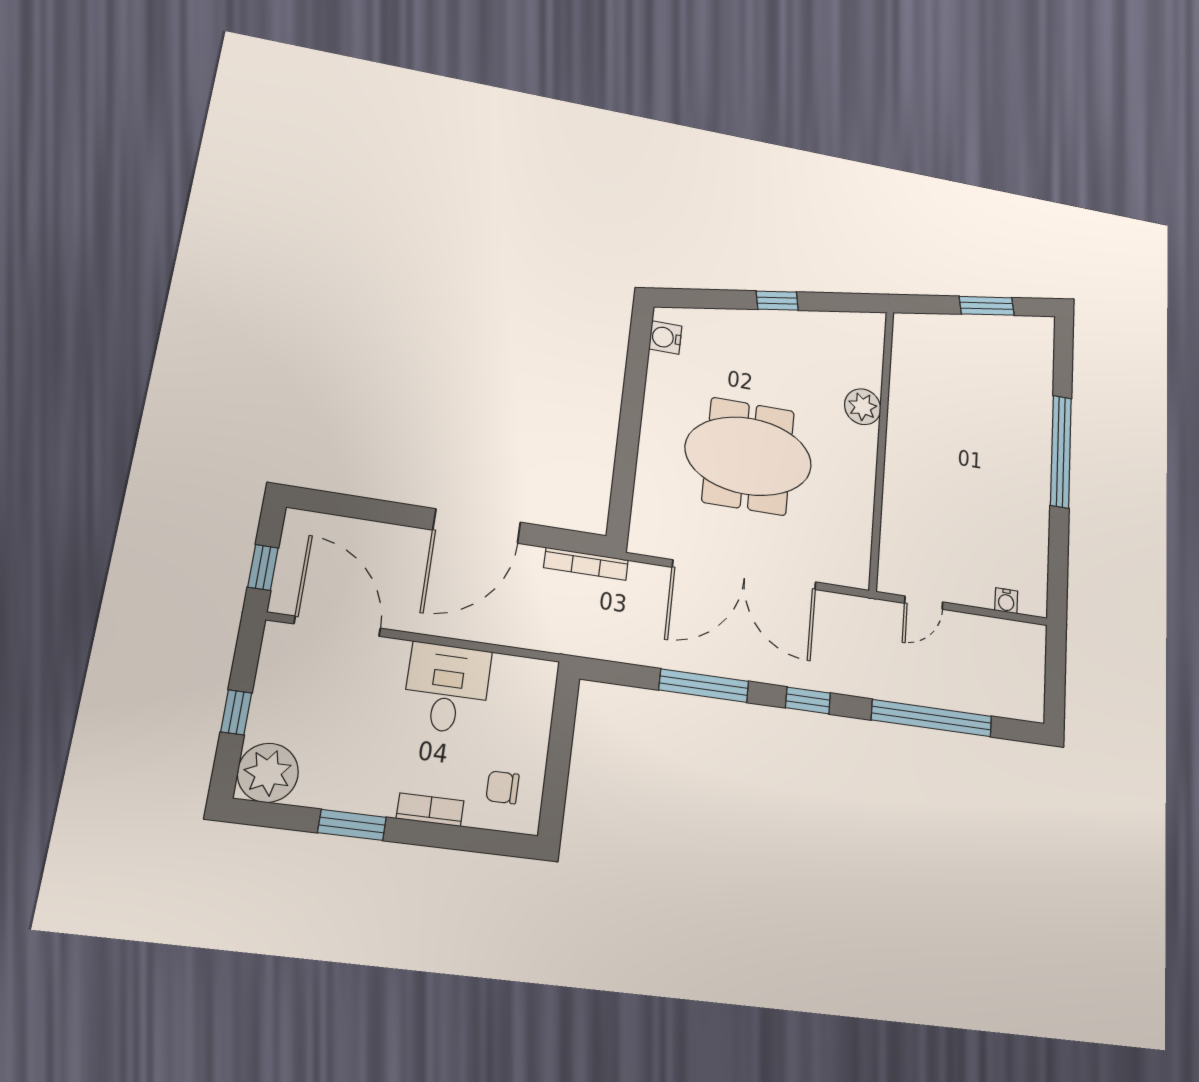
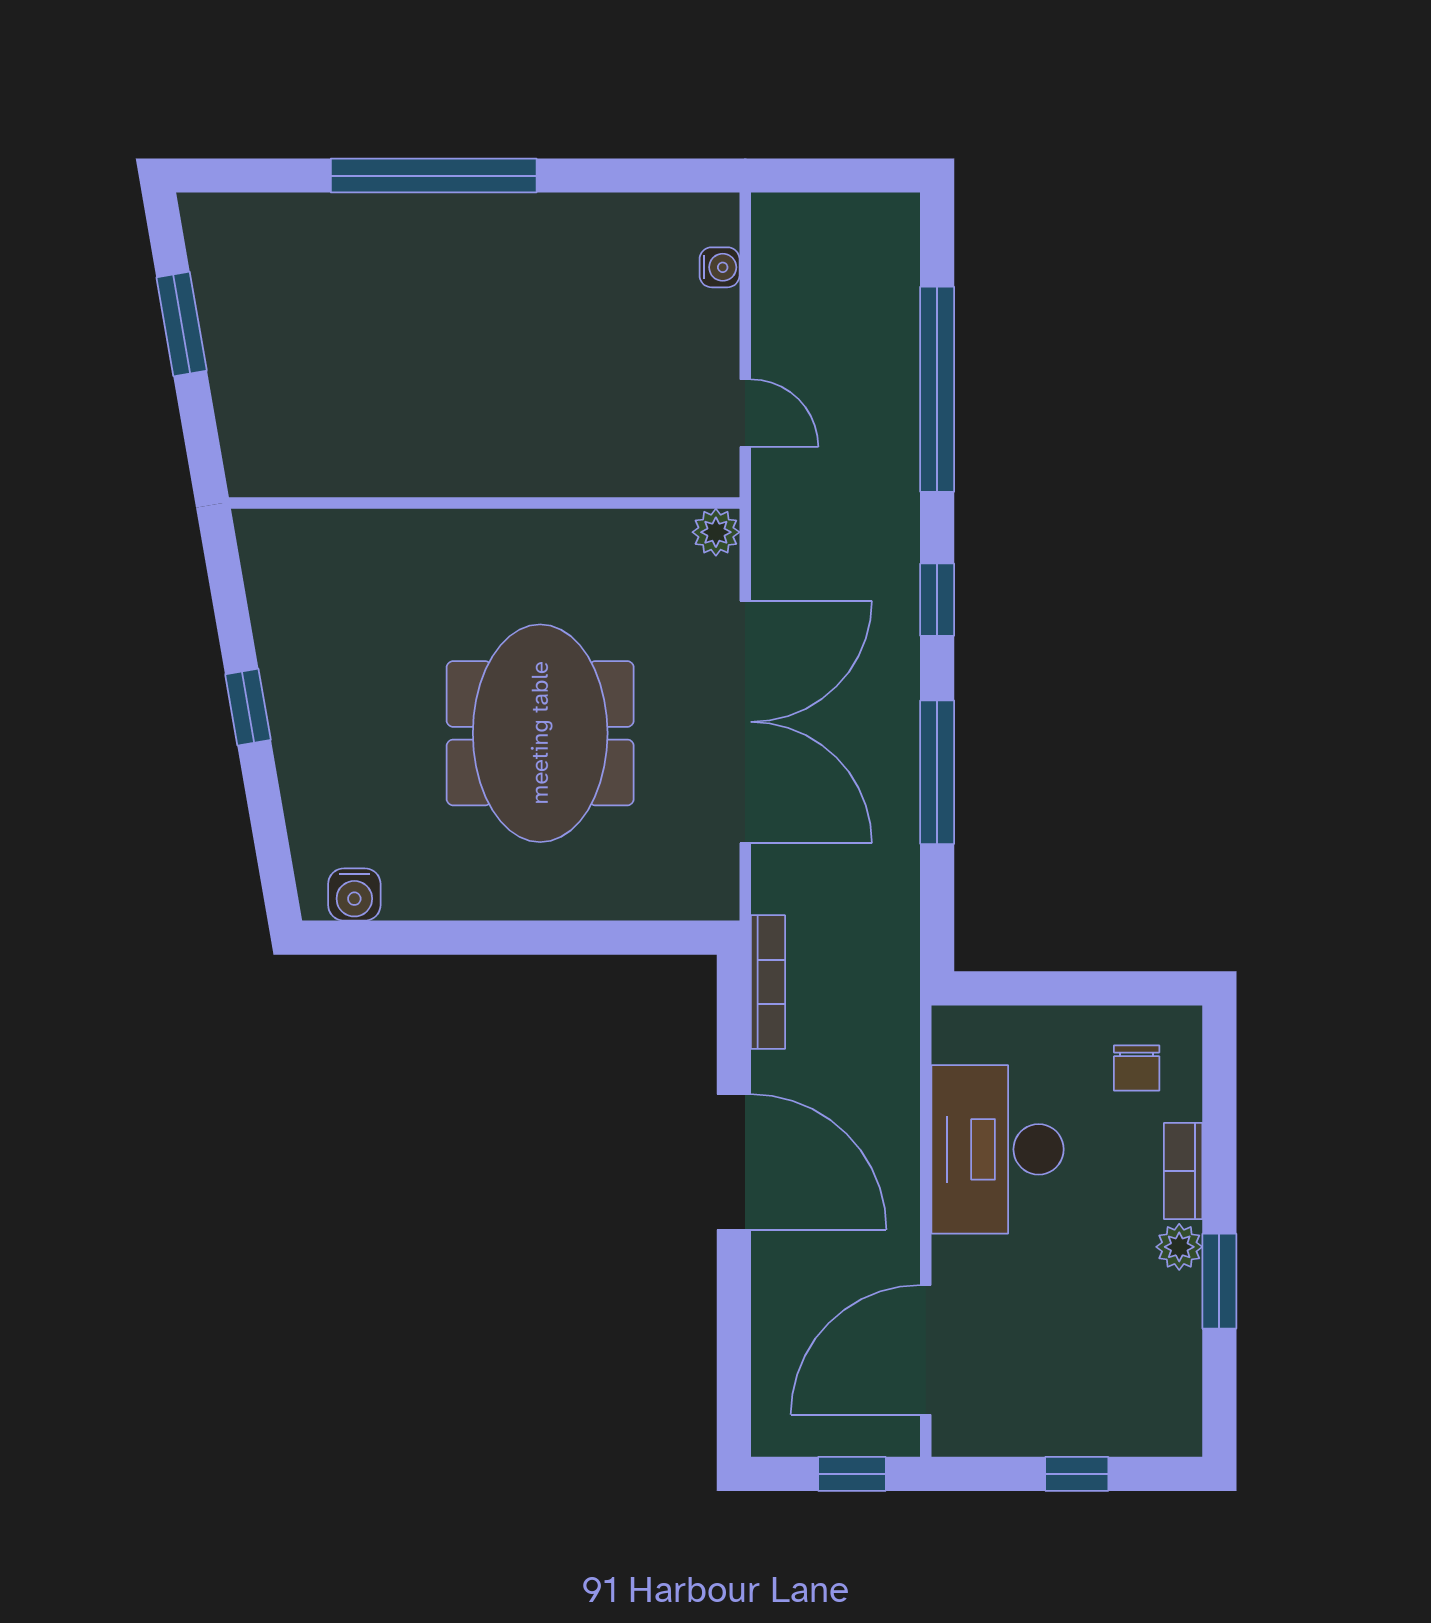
plant: (863, 407) -> (716, 532), moved, width x0.73, depth x0.73
desk: (447, 688) -> (998, 1149), width x1.37
plant: (268, 773) -> (1179, 1247), moved, width x0.53, depth x0.53

